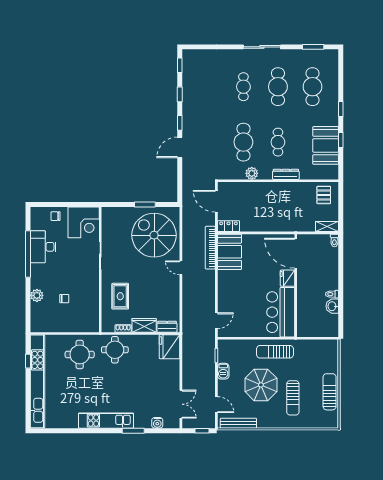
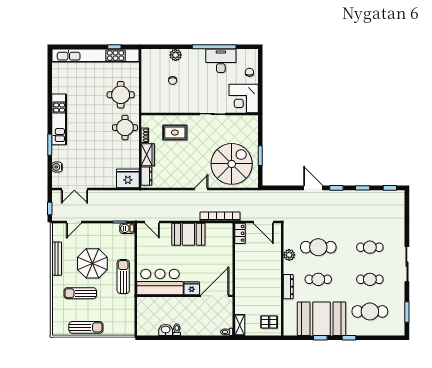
cafe table: (278, 87) -> (370, 279), width x0.73, depth x0.74
booth: (326, 145) -> (322, 319), width x1.36, depth x1.42
door: (216, 201) -> (263, 222), swing flipped
booth: (229, 252) -> (188, 234), moved
barbecue: (223, 371) -> (127, 228), moved
bench: (238, 423) -> (57, 259), moved

